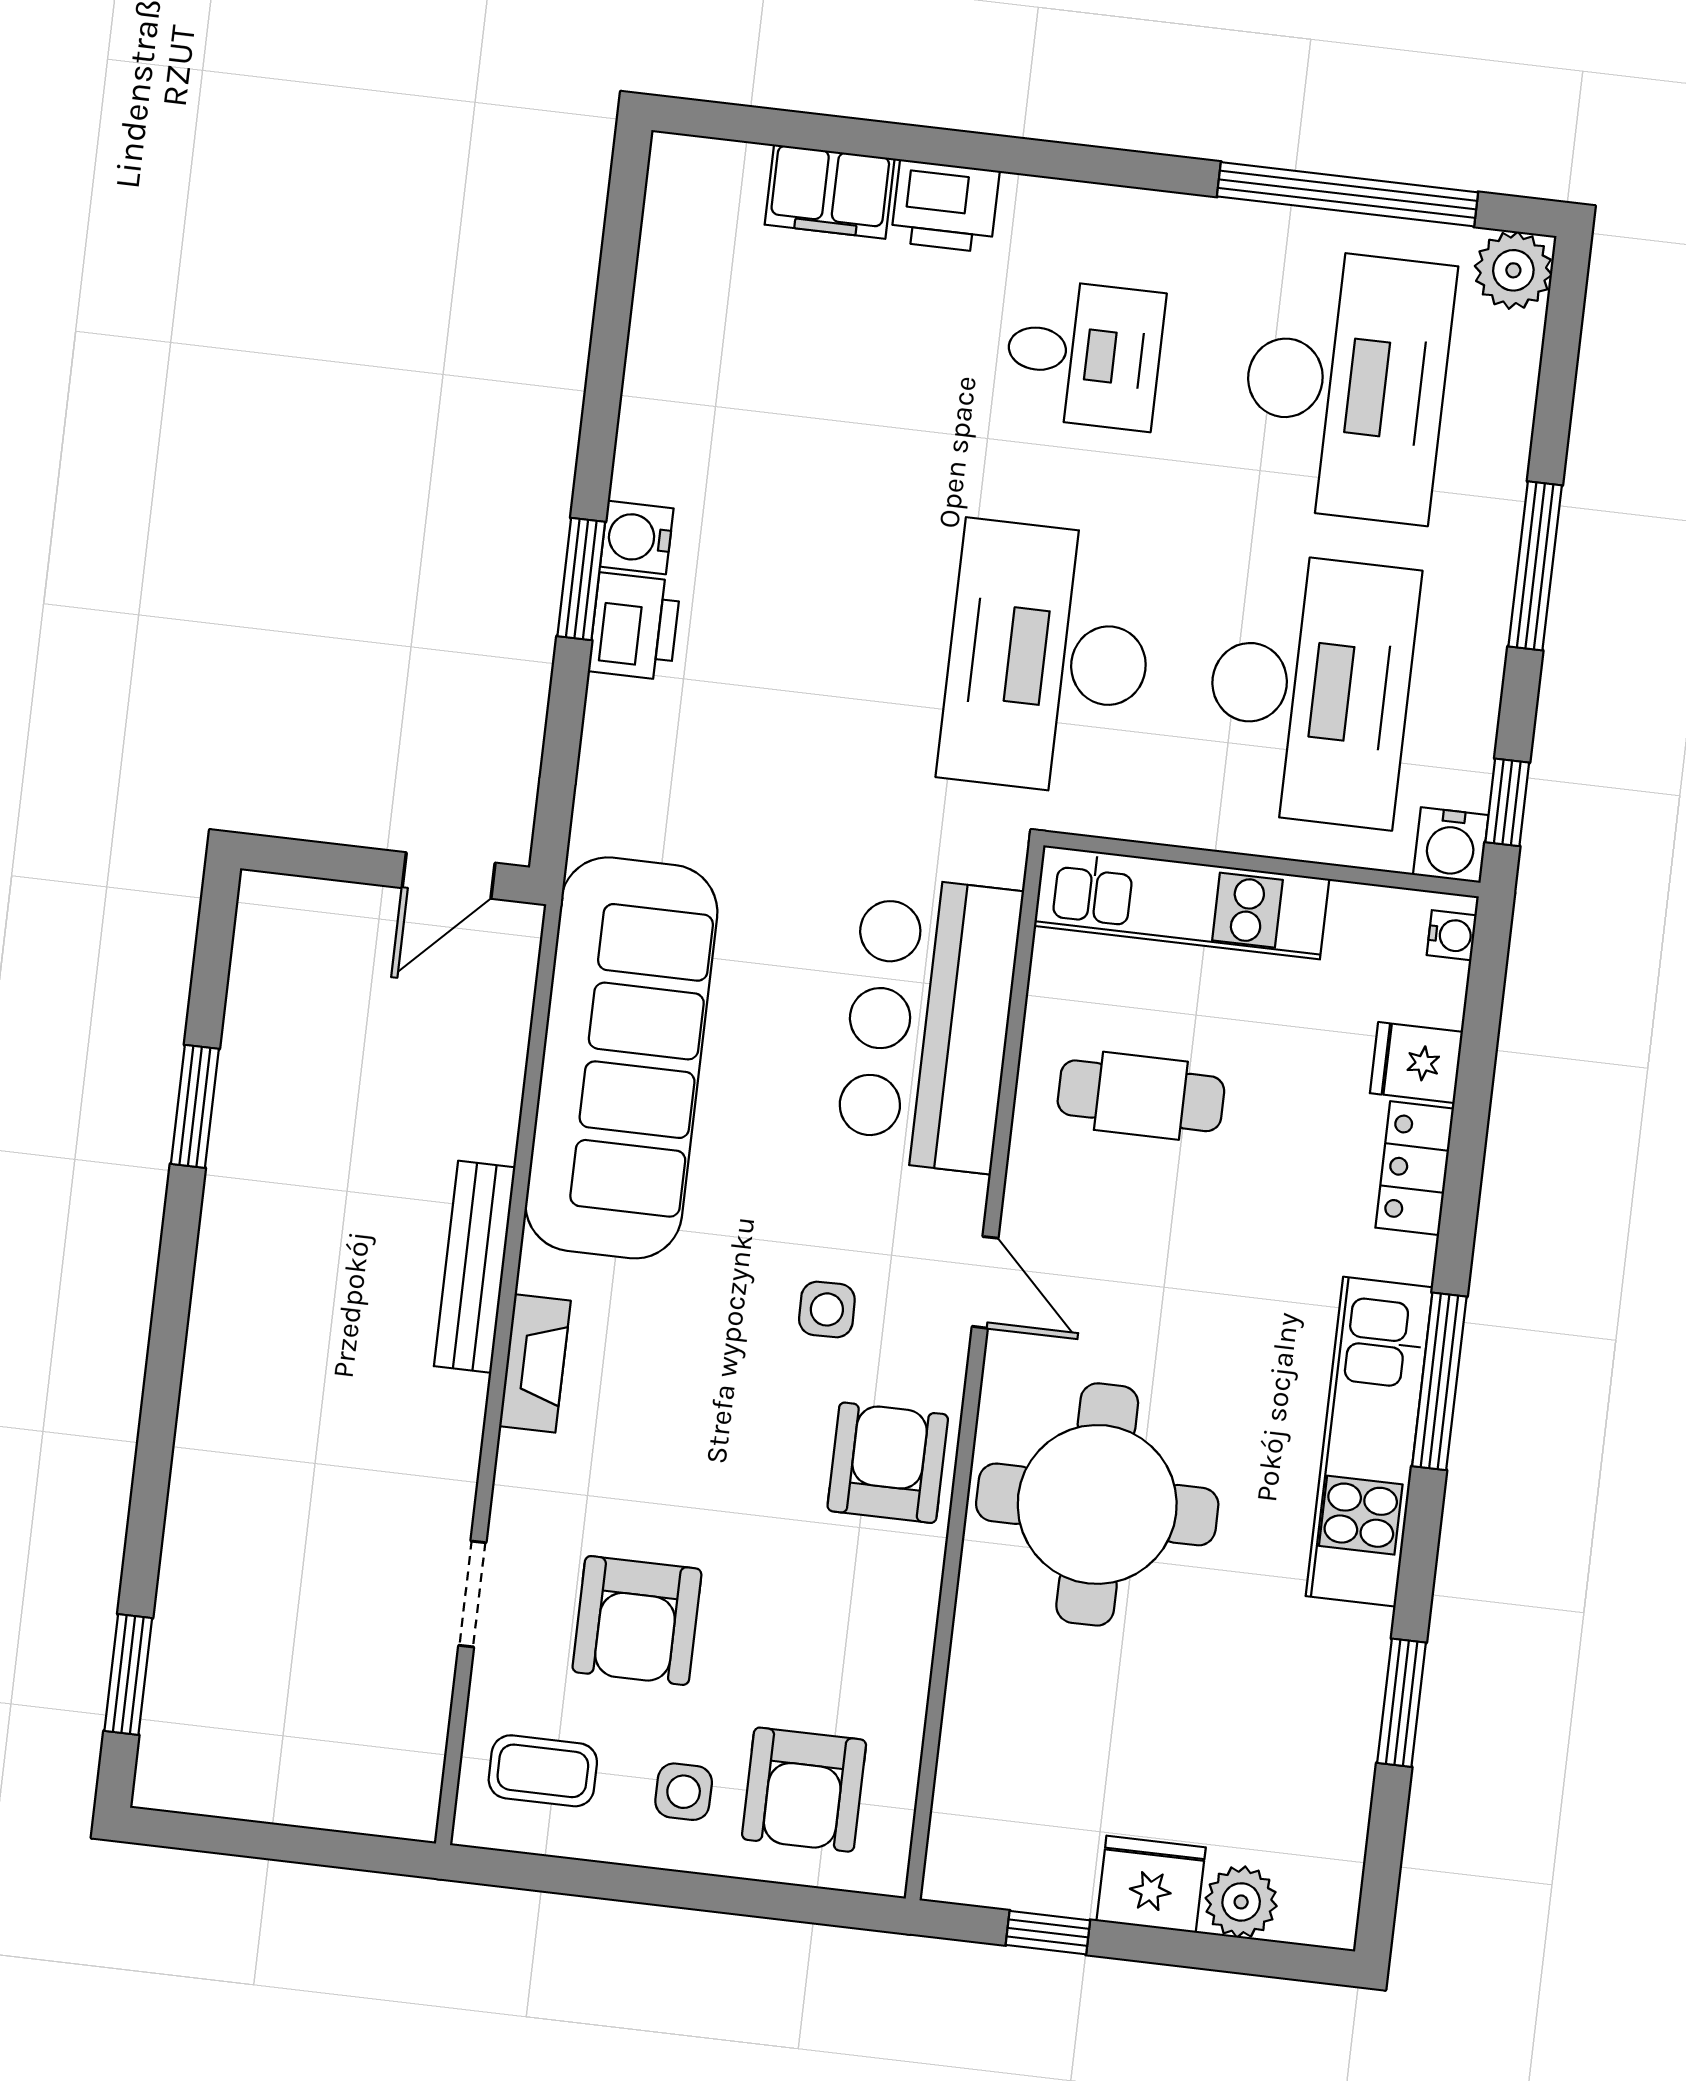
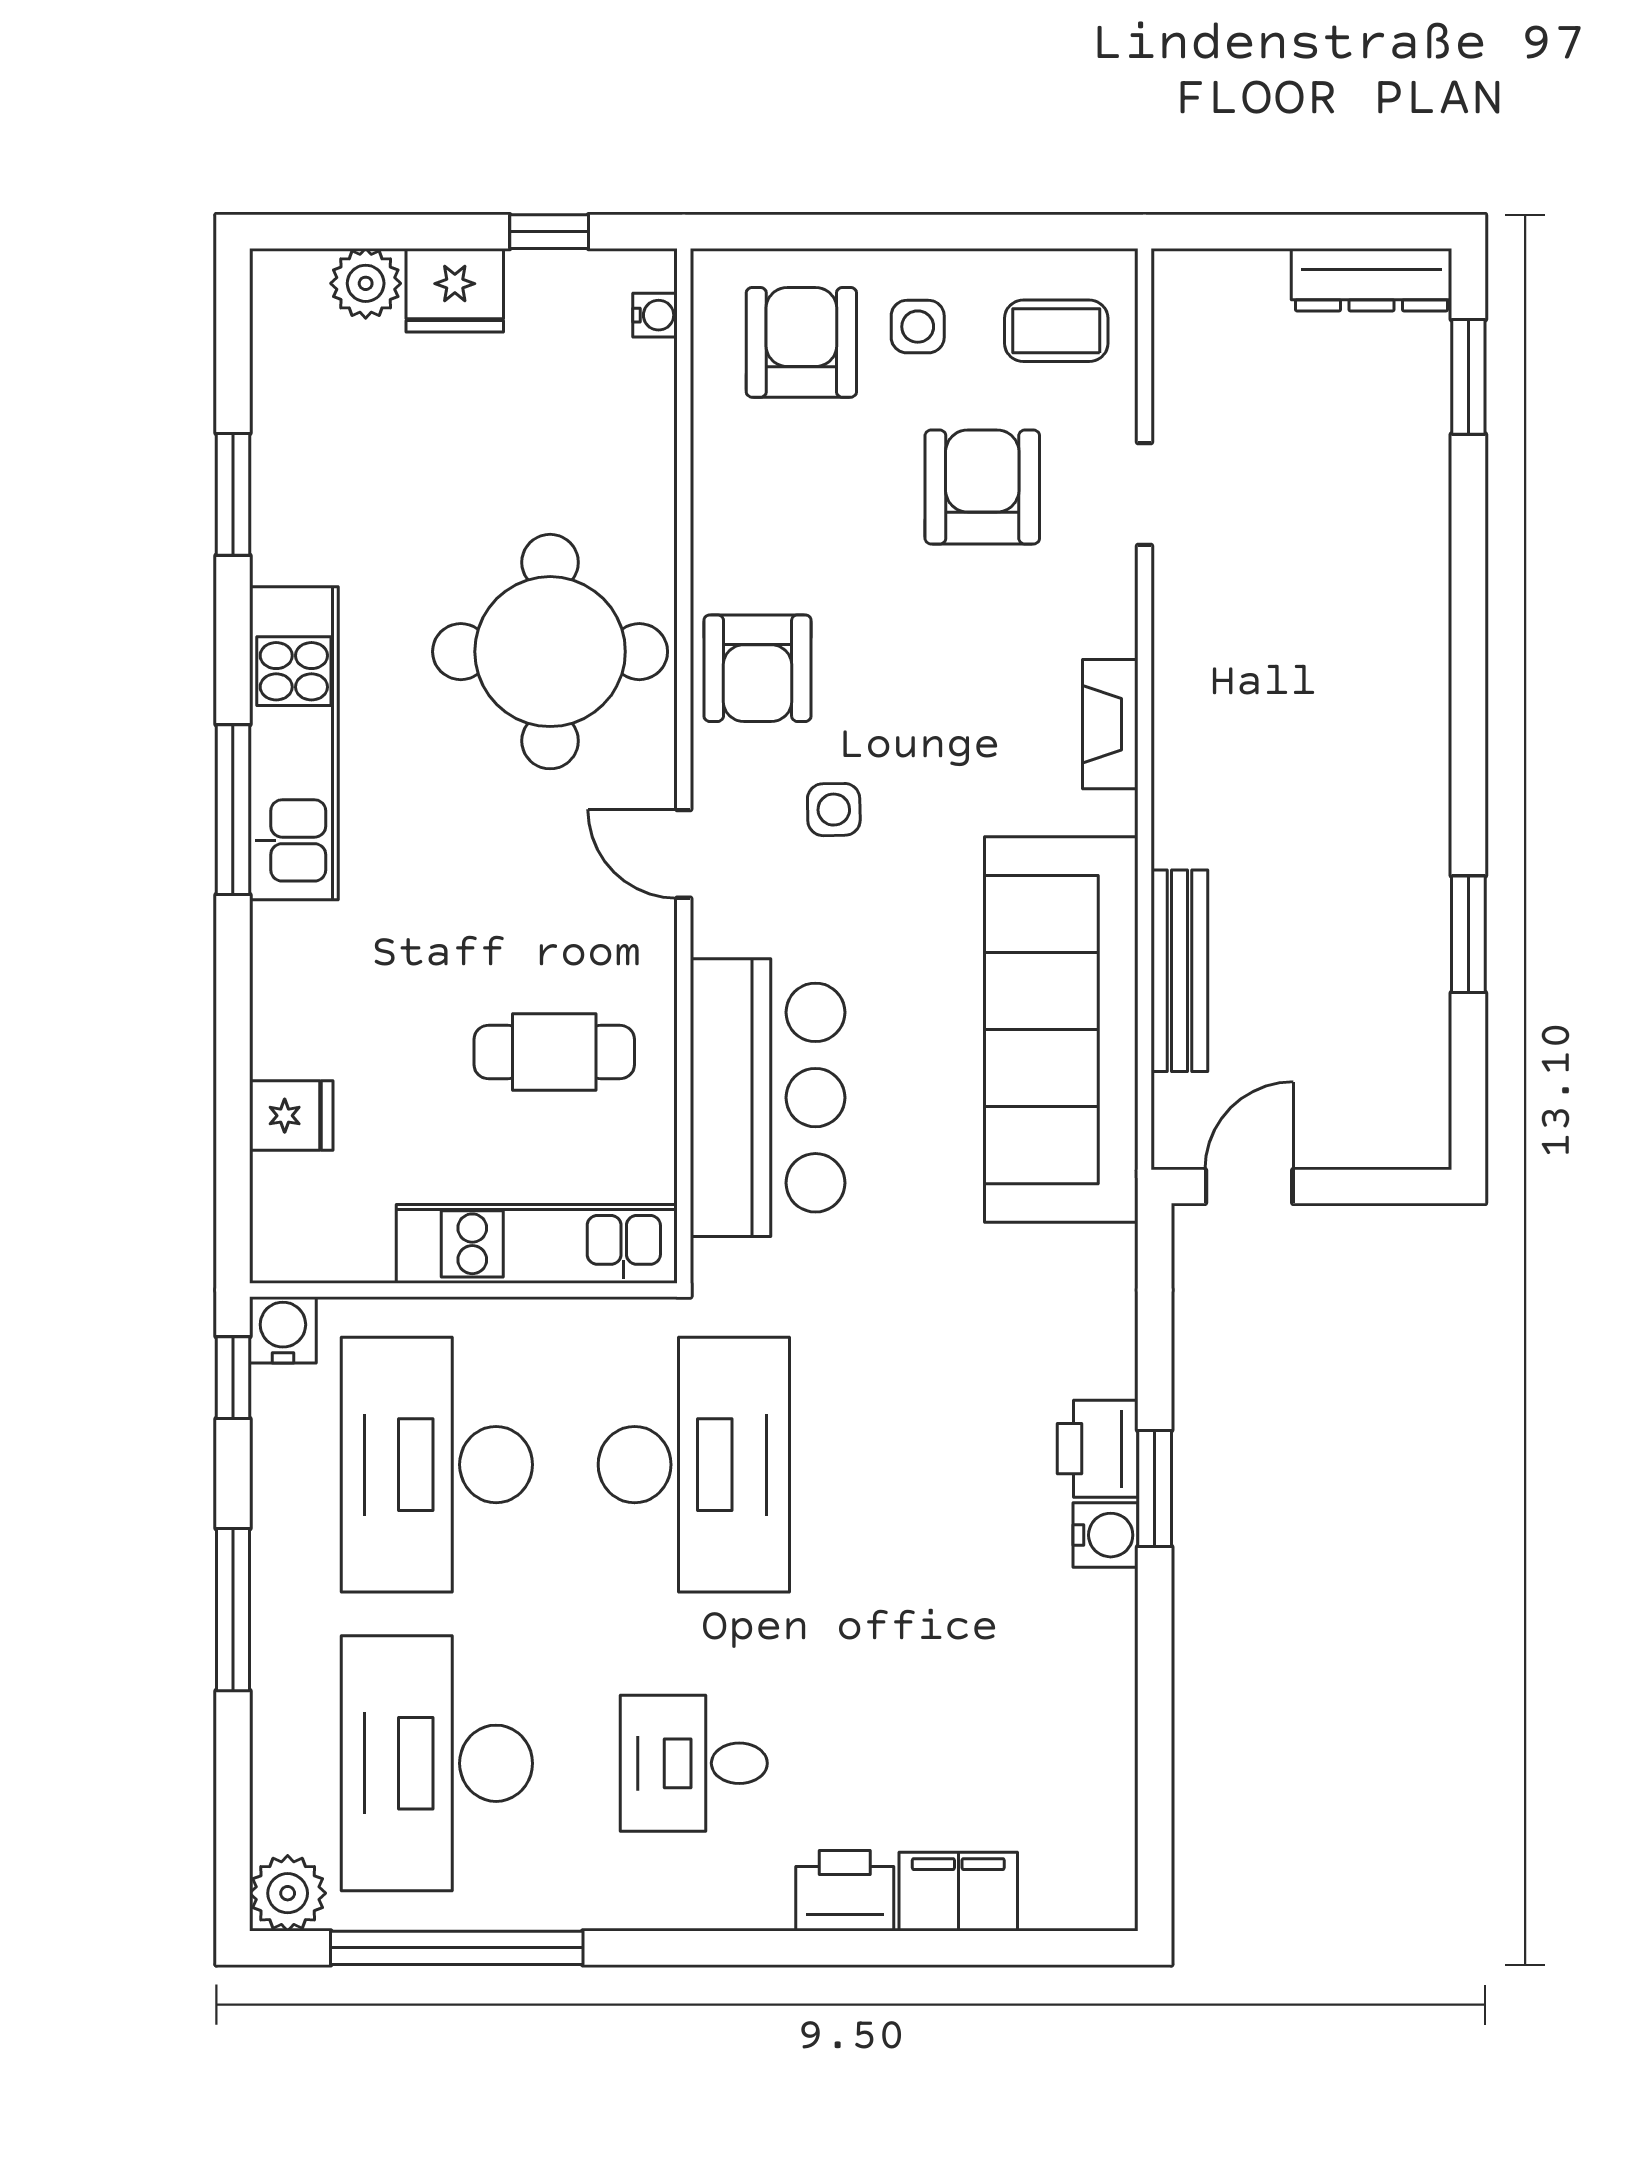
water cooler: (1452, 935) -> (655, 315), moved, turned 180
locker: (1415, 1168) -> (281, 1013), removed
bench: (475, 1267) -> (1179, 971), moved
dresser: (215, 1785) -> (1372, 280), added

